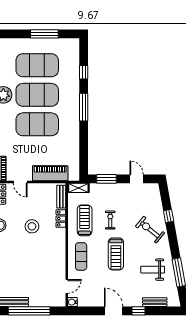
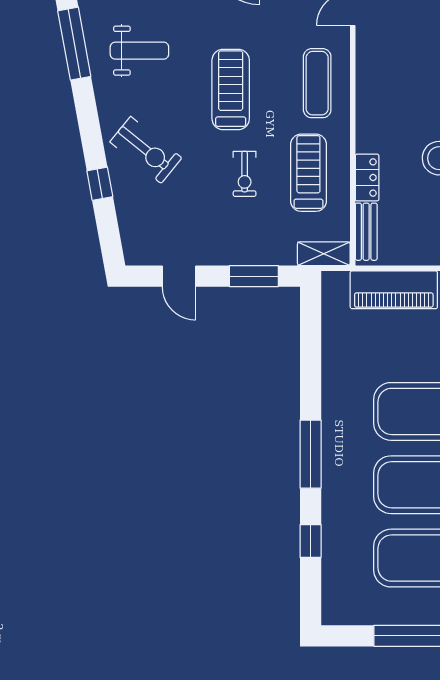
treadmill: (85, 220) -> (308, 173), turned 180

